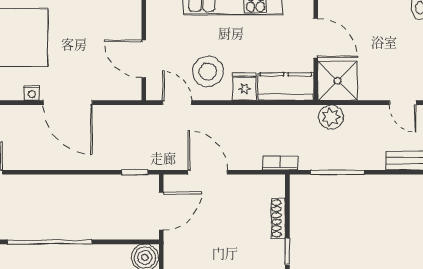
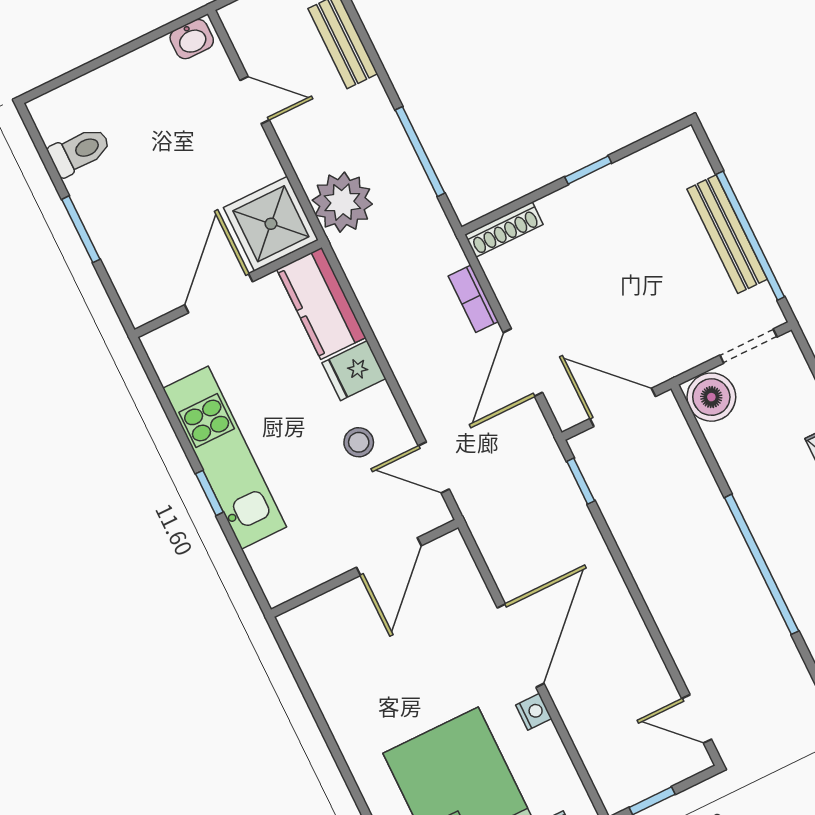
stool: (208, 71) -> (359, 442), width x0.53, depth x0.53
door: (177, 103) -> (434, 468), hinge flipped
door: (403, 103) -> (255, 100), hinge flipped
plant: (331, 117) -> (342, 202), width x1.36, depth x1.36
bookcase: (280, 163) -> (473, 299), moved
shoe rack: (278, 219) -> (504, 230), moved

